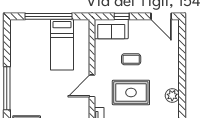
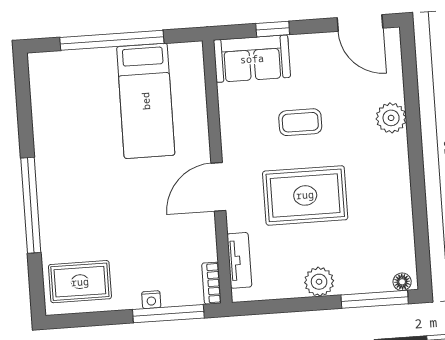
plant: (172, 95) -> (391, 118), moved

